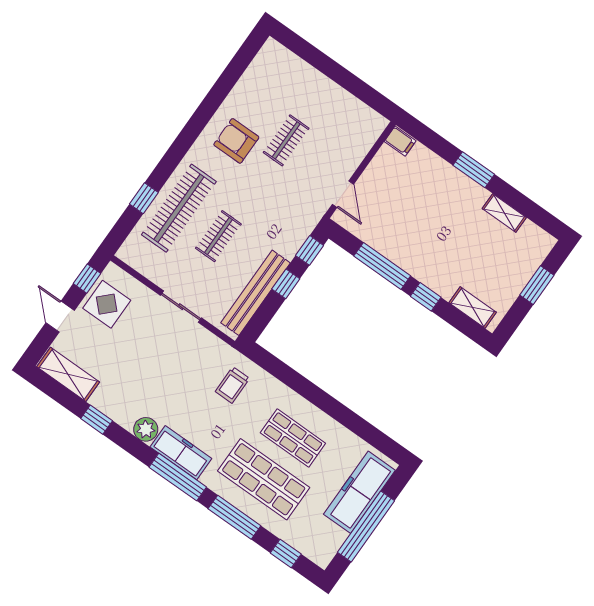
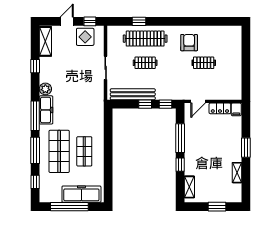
locker: (380, 167) -> (220, 108), added
trolley: (232, 385) -> (89, 111), removed

